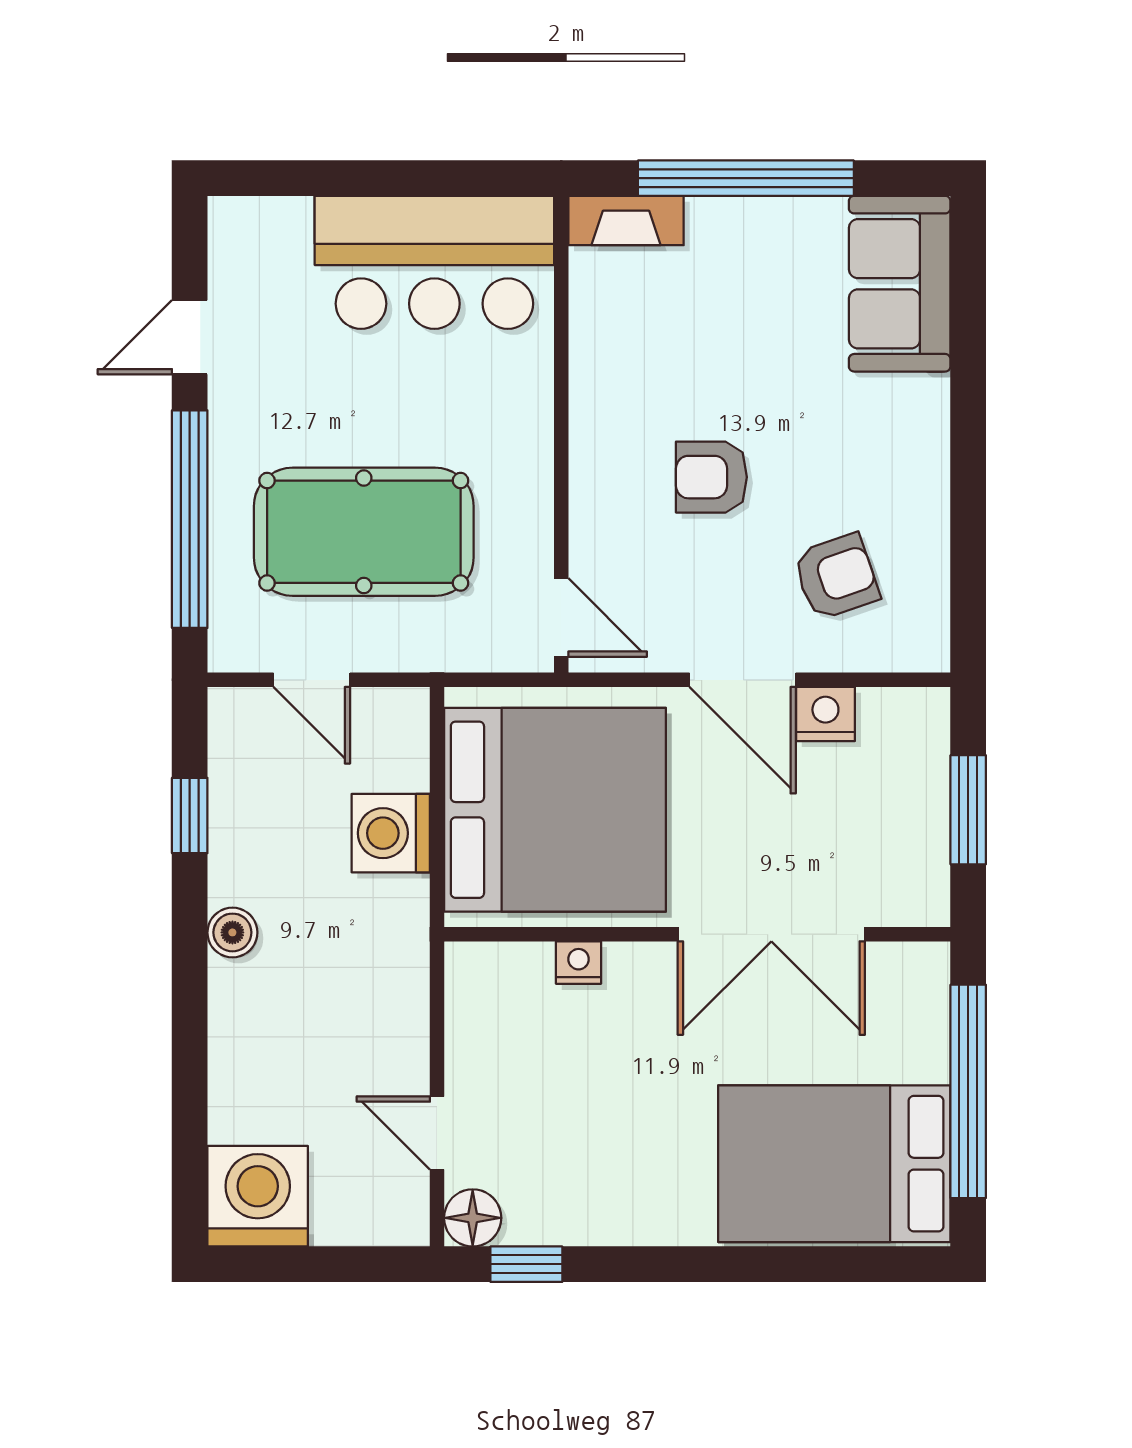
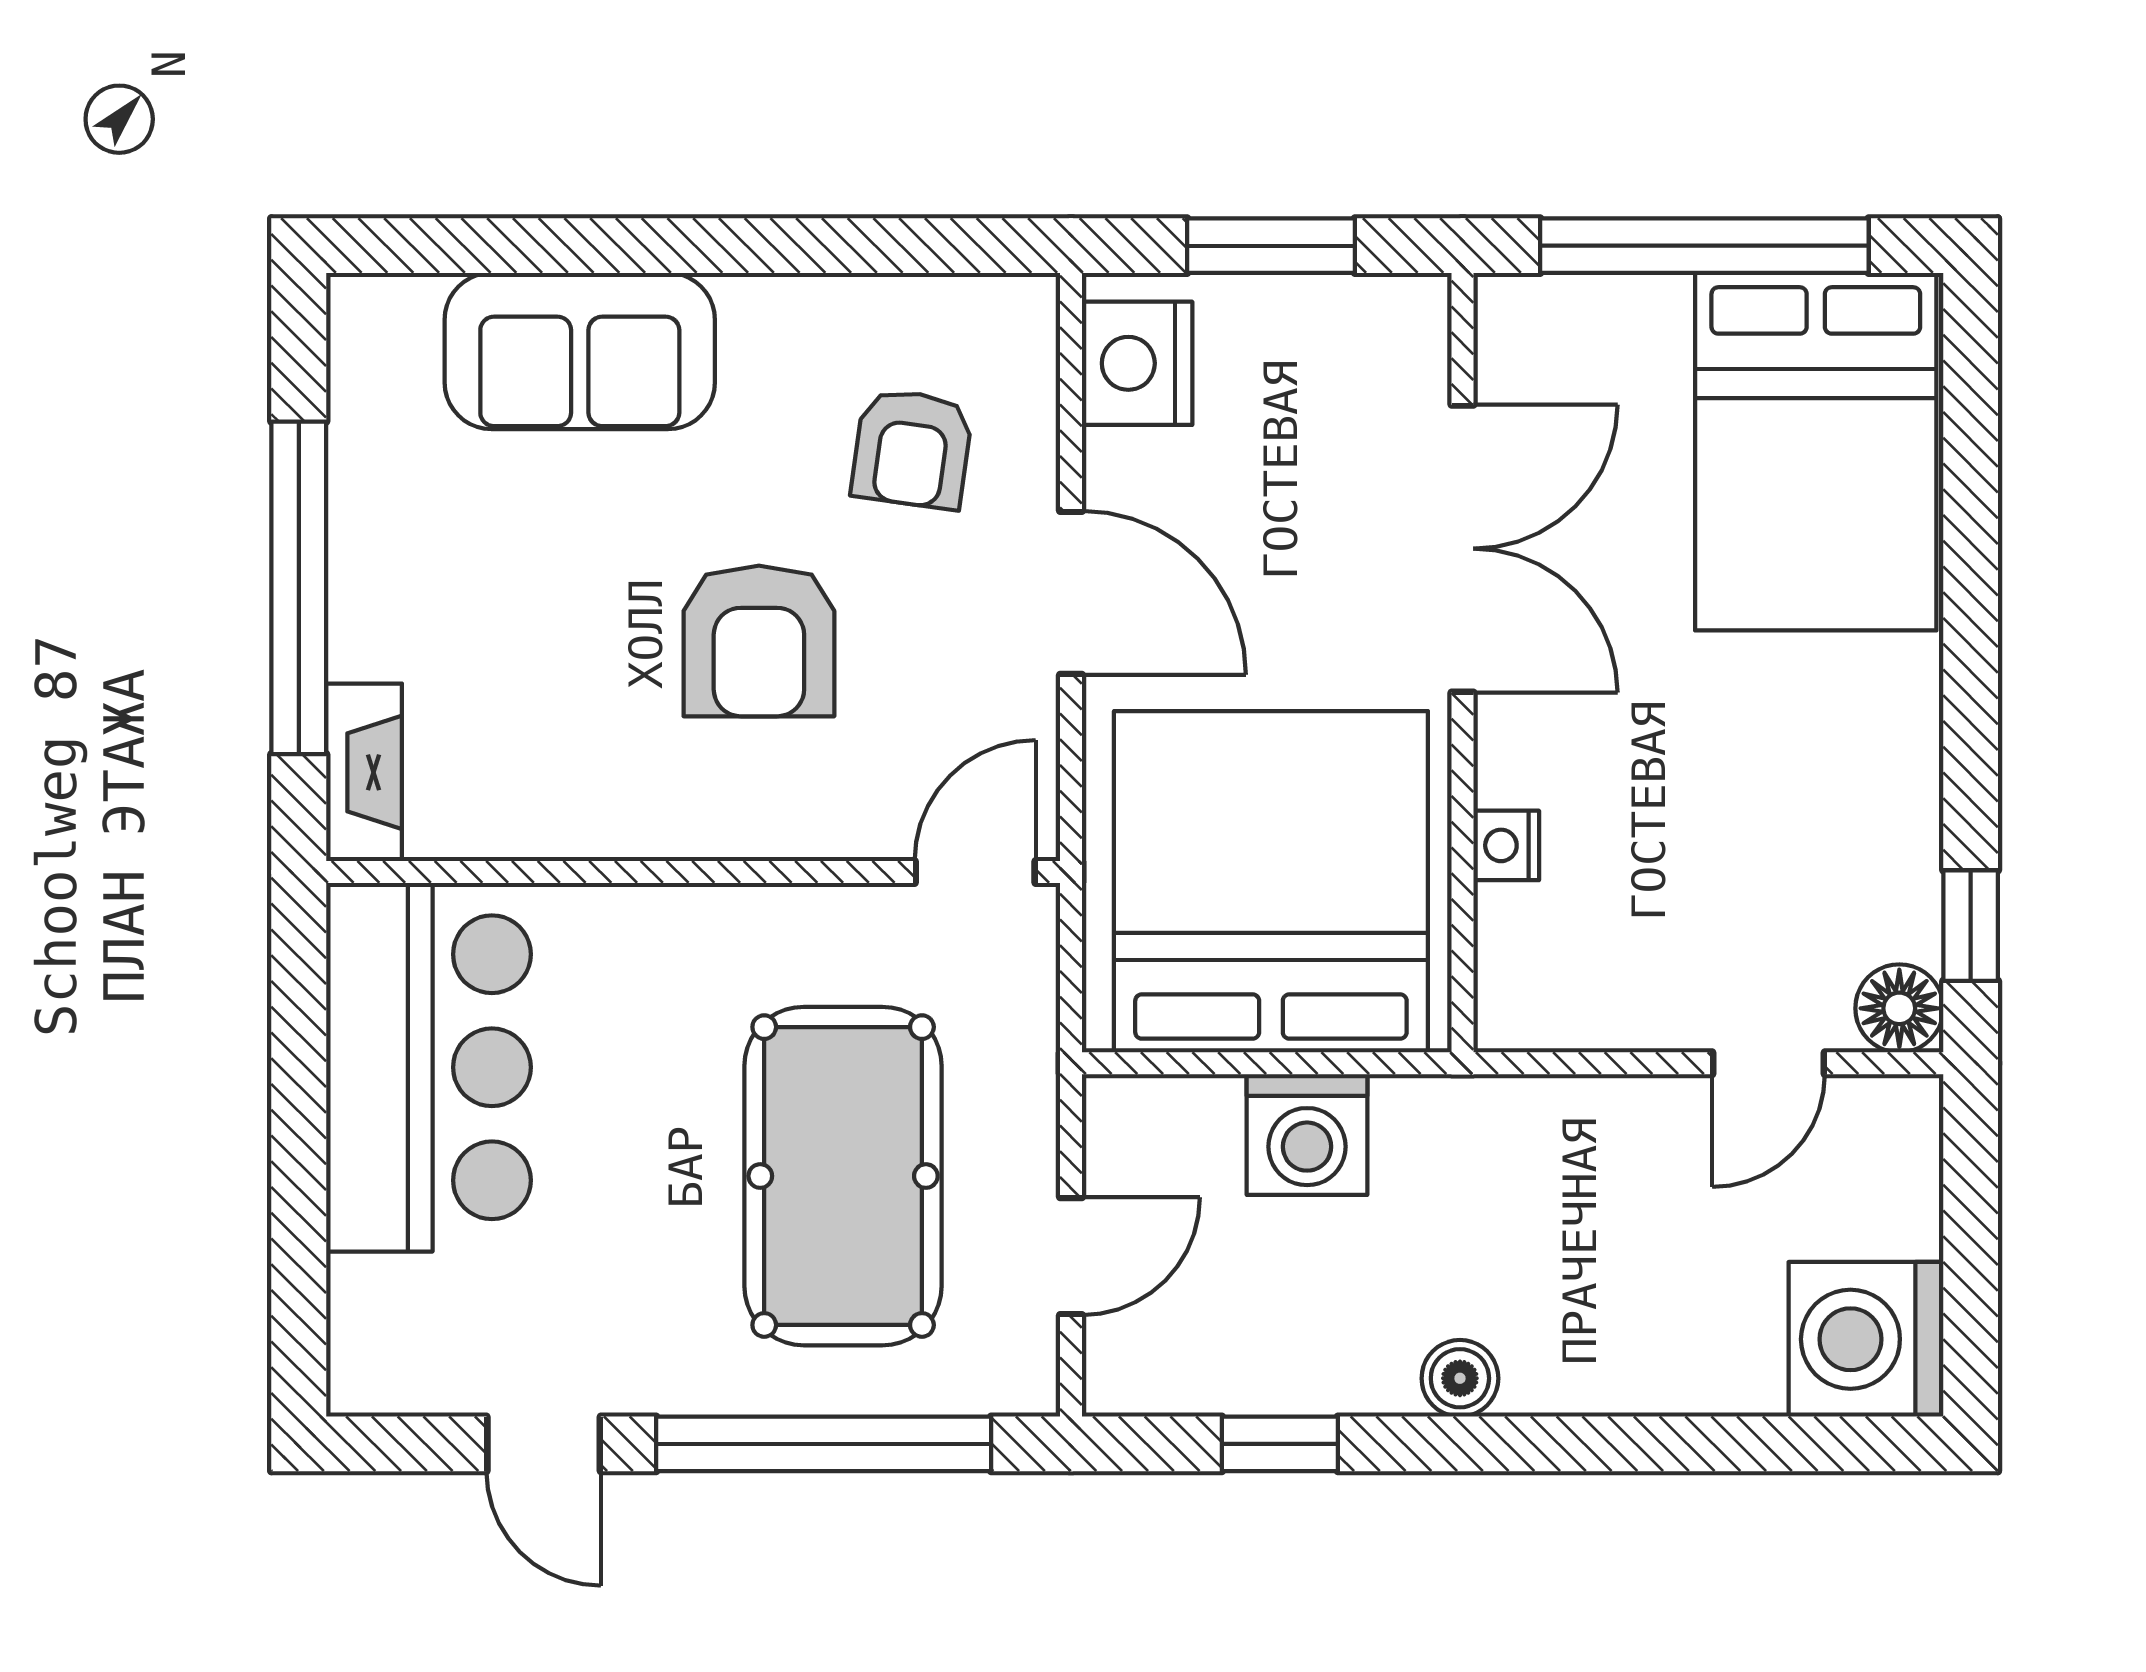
sofa: (900, 284) -> (580, 351), moved
armchair: (711, 477) -> (759, 641), width x1.38, depth x1.38
armchair: (836, 577) -> (912, 449), turned -153
door: (743, 680) -> (1071, 593), hinge flipped
nightstand: (825, 714) -> (1137, 363), moved, width x1.36, depth x1.33

